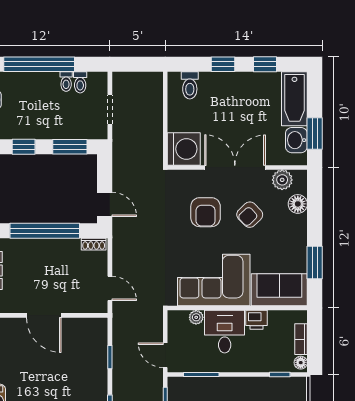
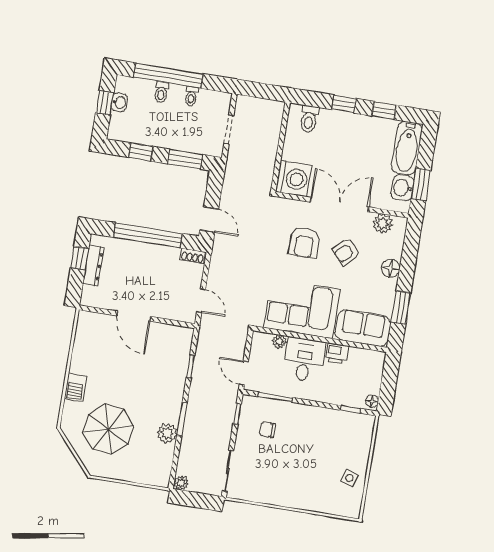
toilet: (80, 82) -> (161, 92), moved
floor lamp: (298, 204) -> (391, 268), moved
bookcase: (301, 339) -> (376, 379), removed

